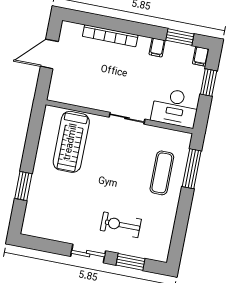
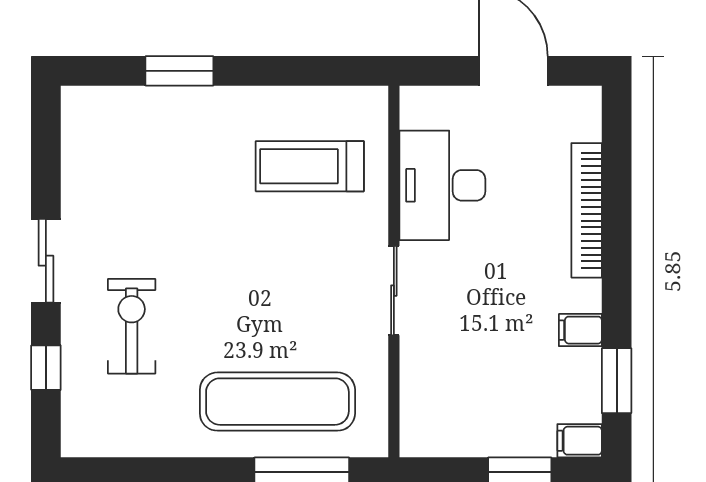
desk: (175, 108) -> (442, 185), moved
treadmill: (71, 142) -> (310, 166), width x0.73, depth x0.73
exercise mat: (162, 173) -> (277, 402), width x1.36, depth x1.45
window: (130, 262) -> (46, 368), width x0.67

